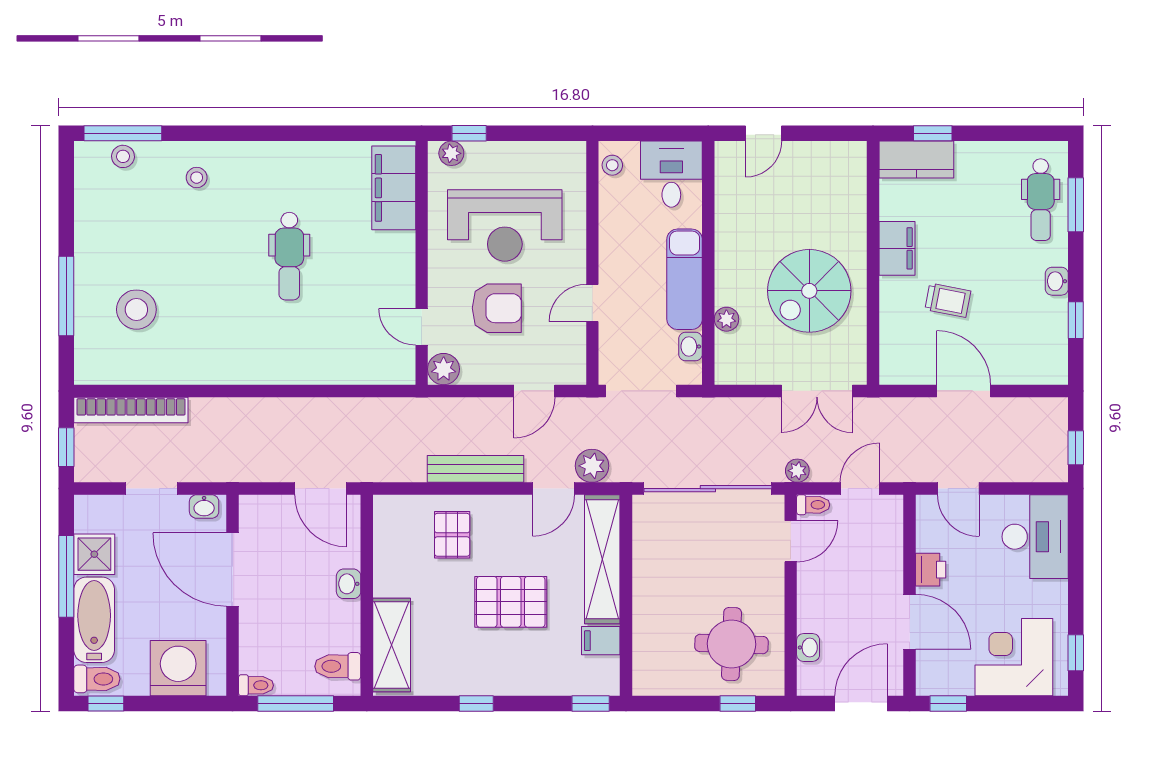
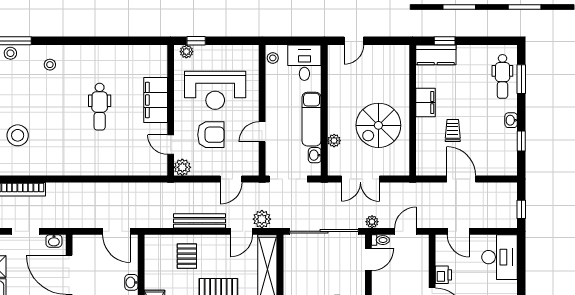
filing cabinet: (394, 188) -> (156, 100), moved
trolley: (948, 300) -> (453, 130), turned -101
double door: (817, 391) -> (360, 179), moved

